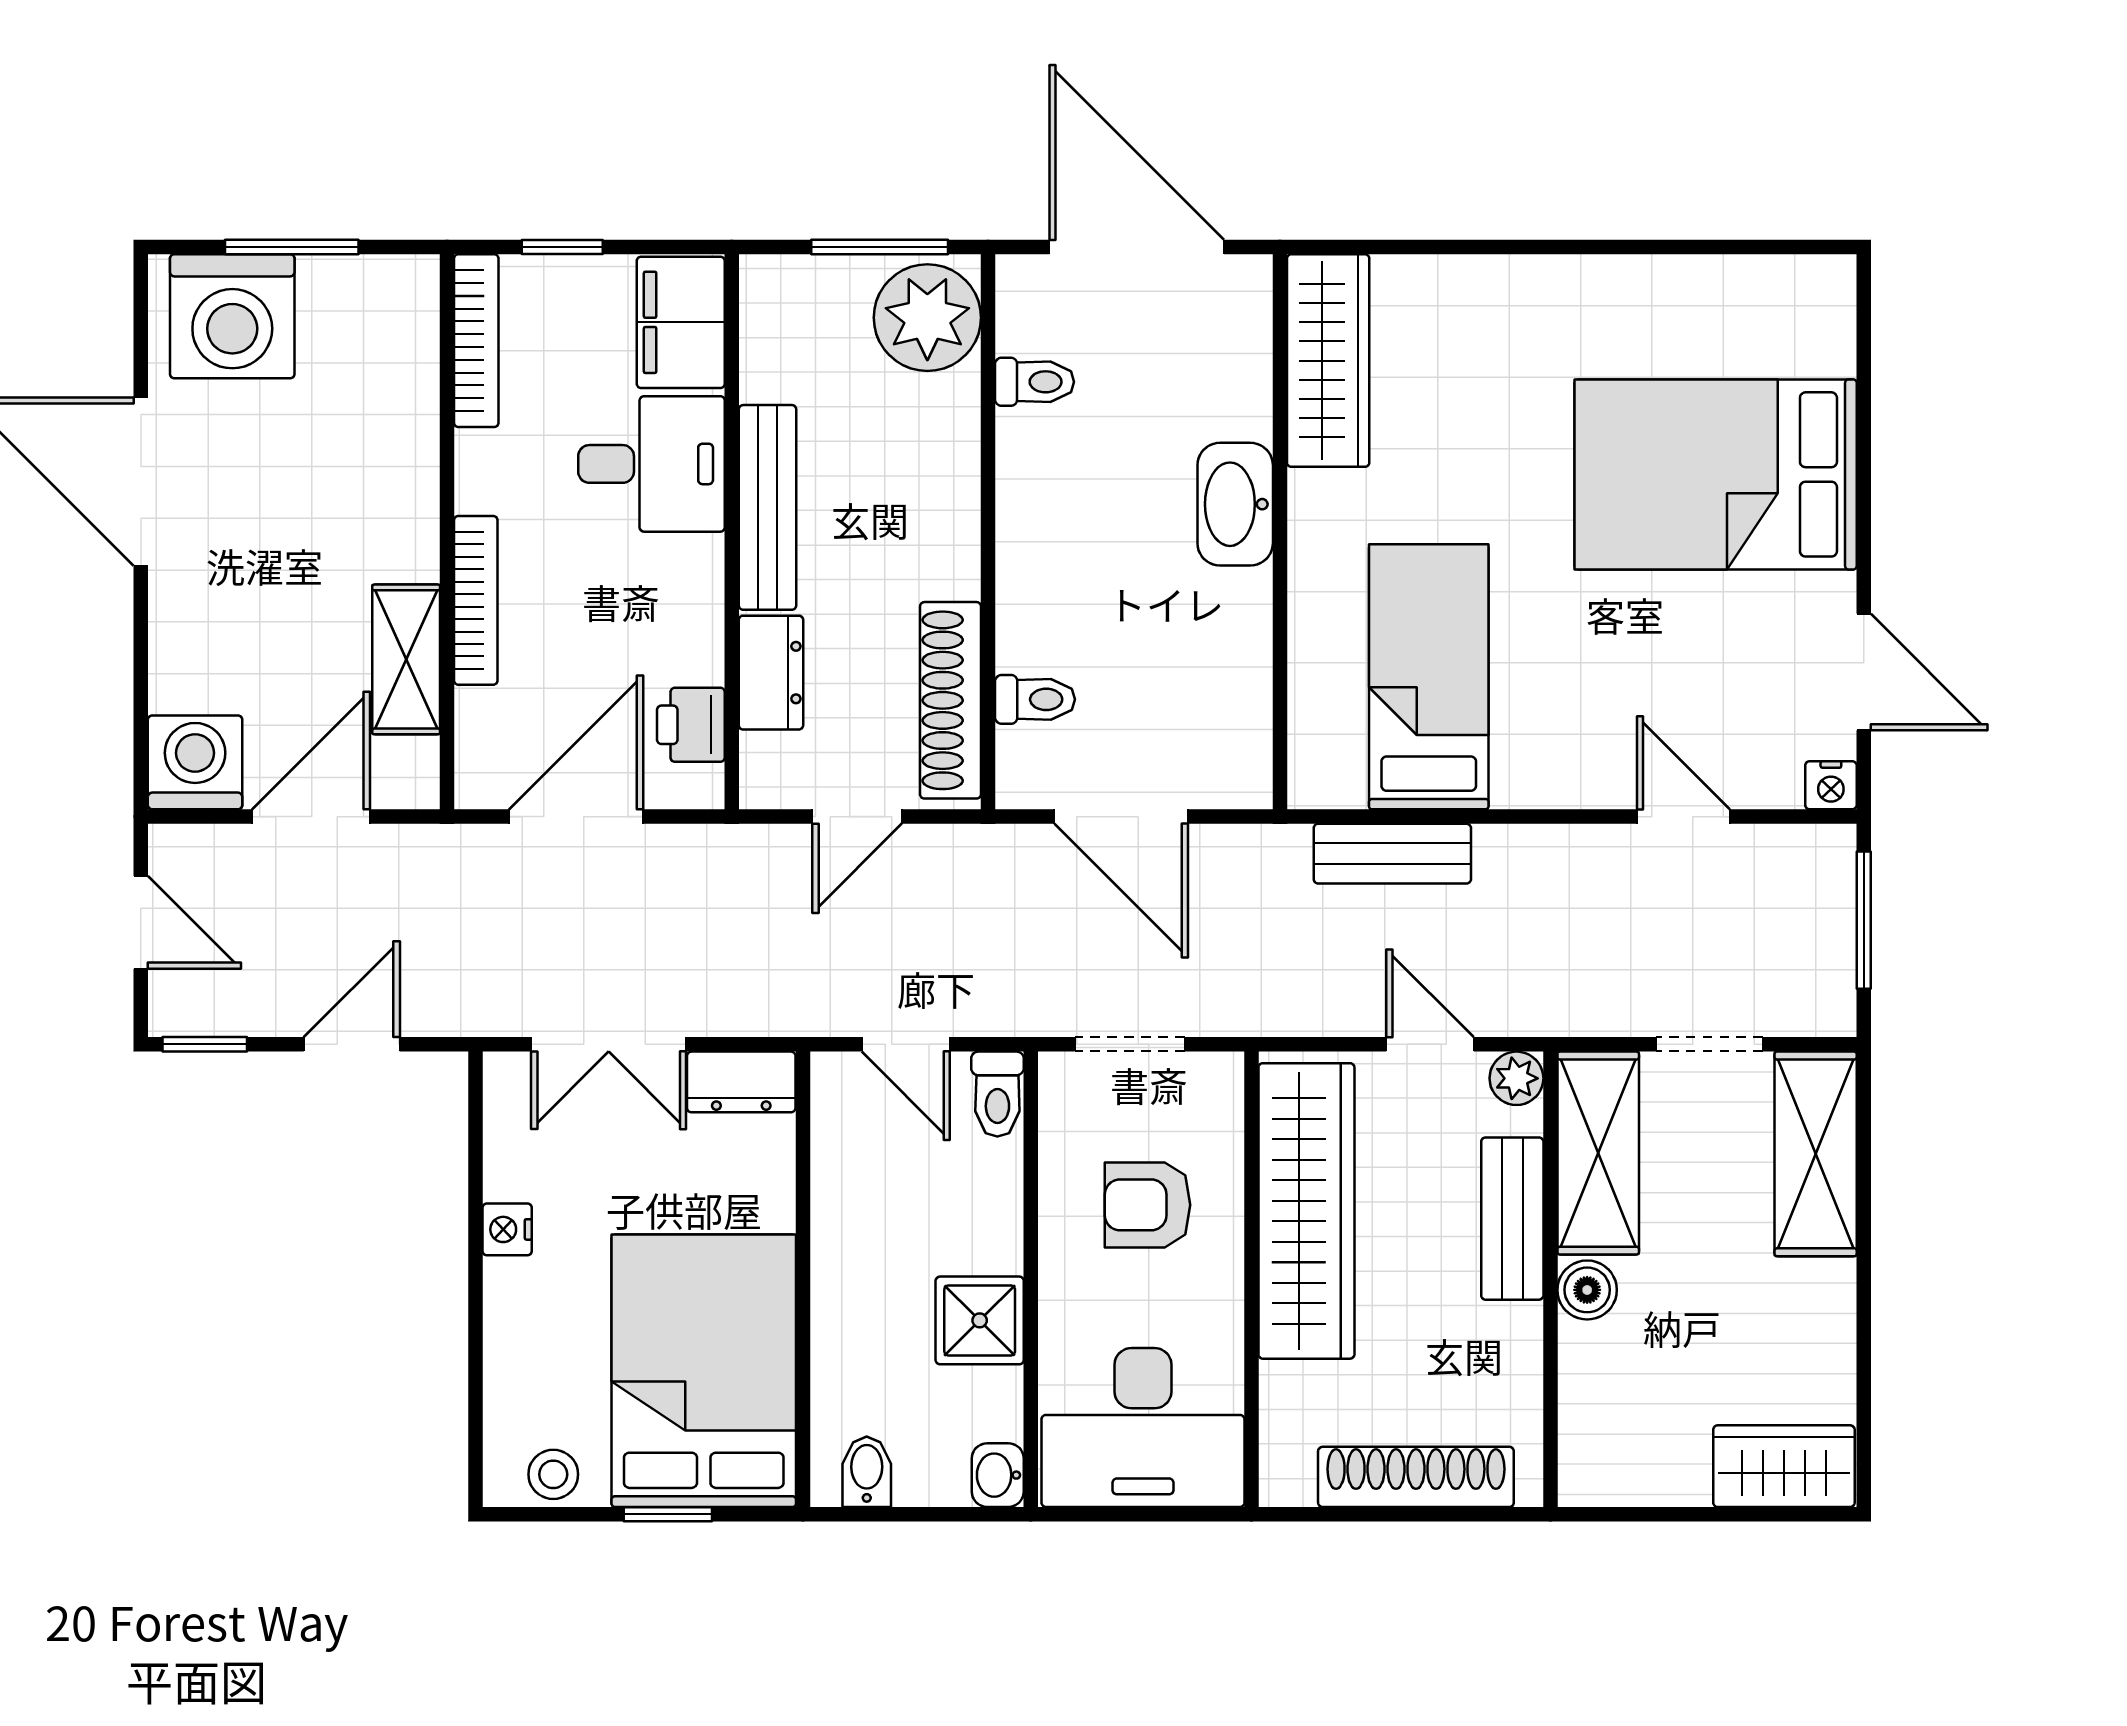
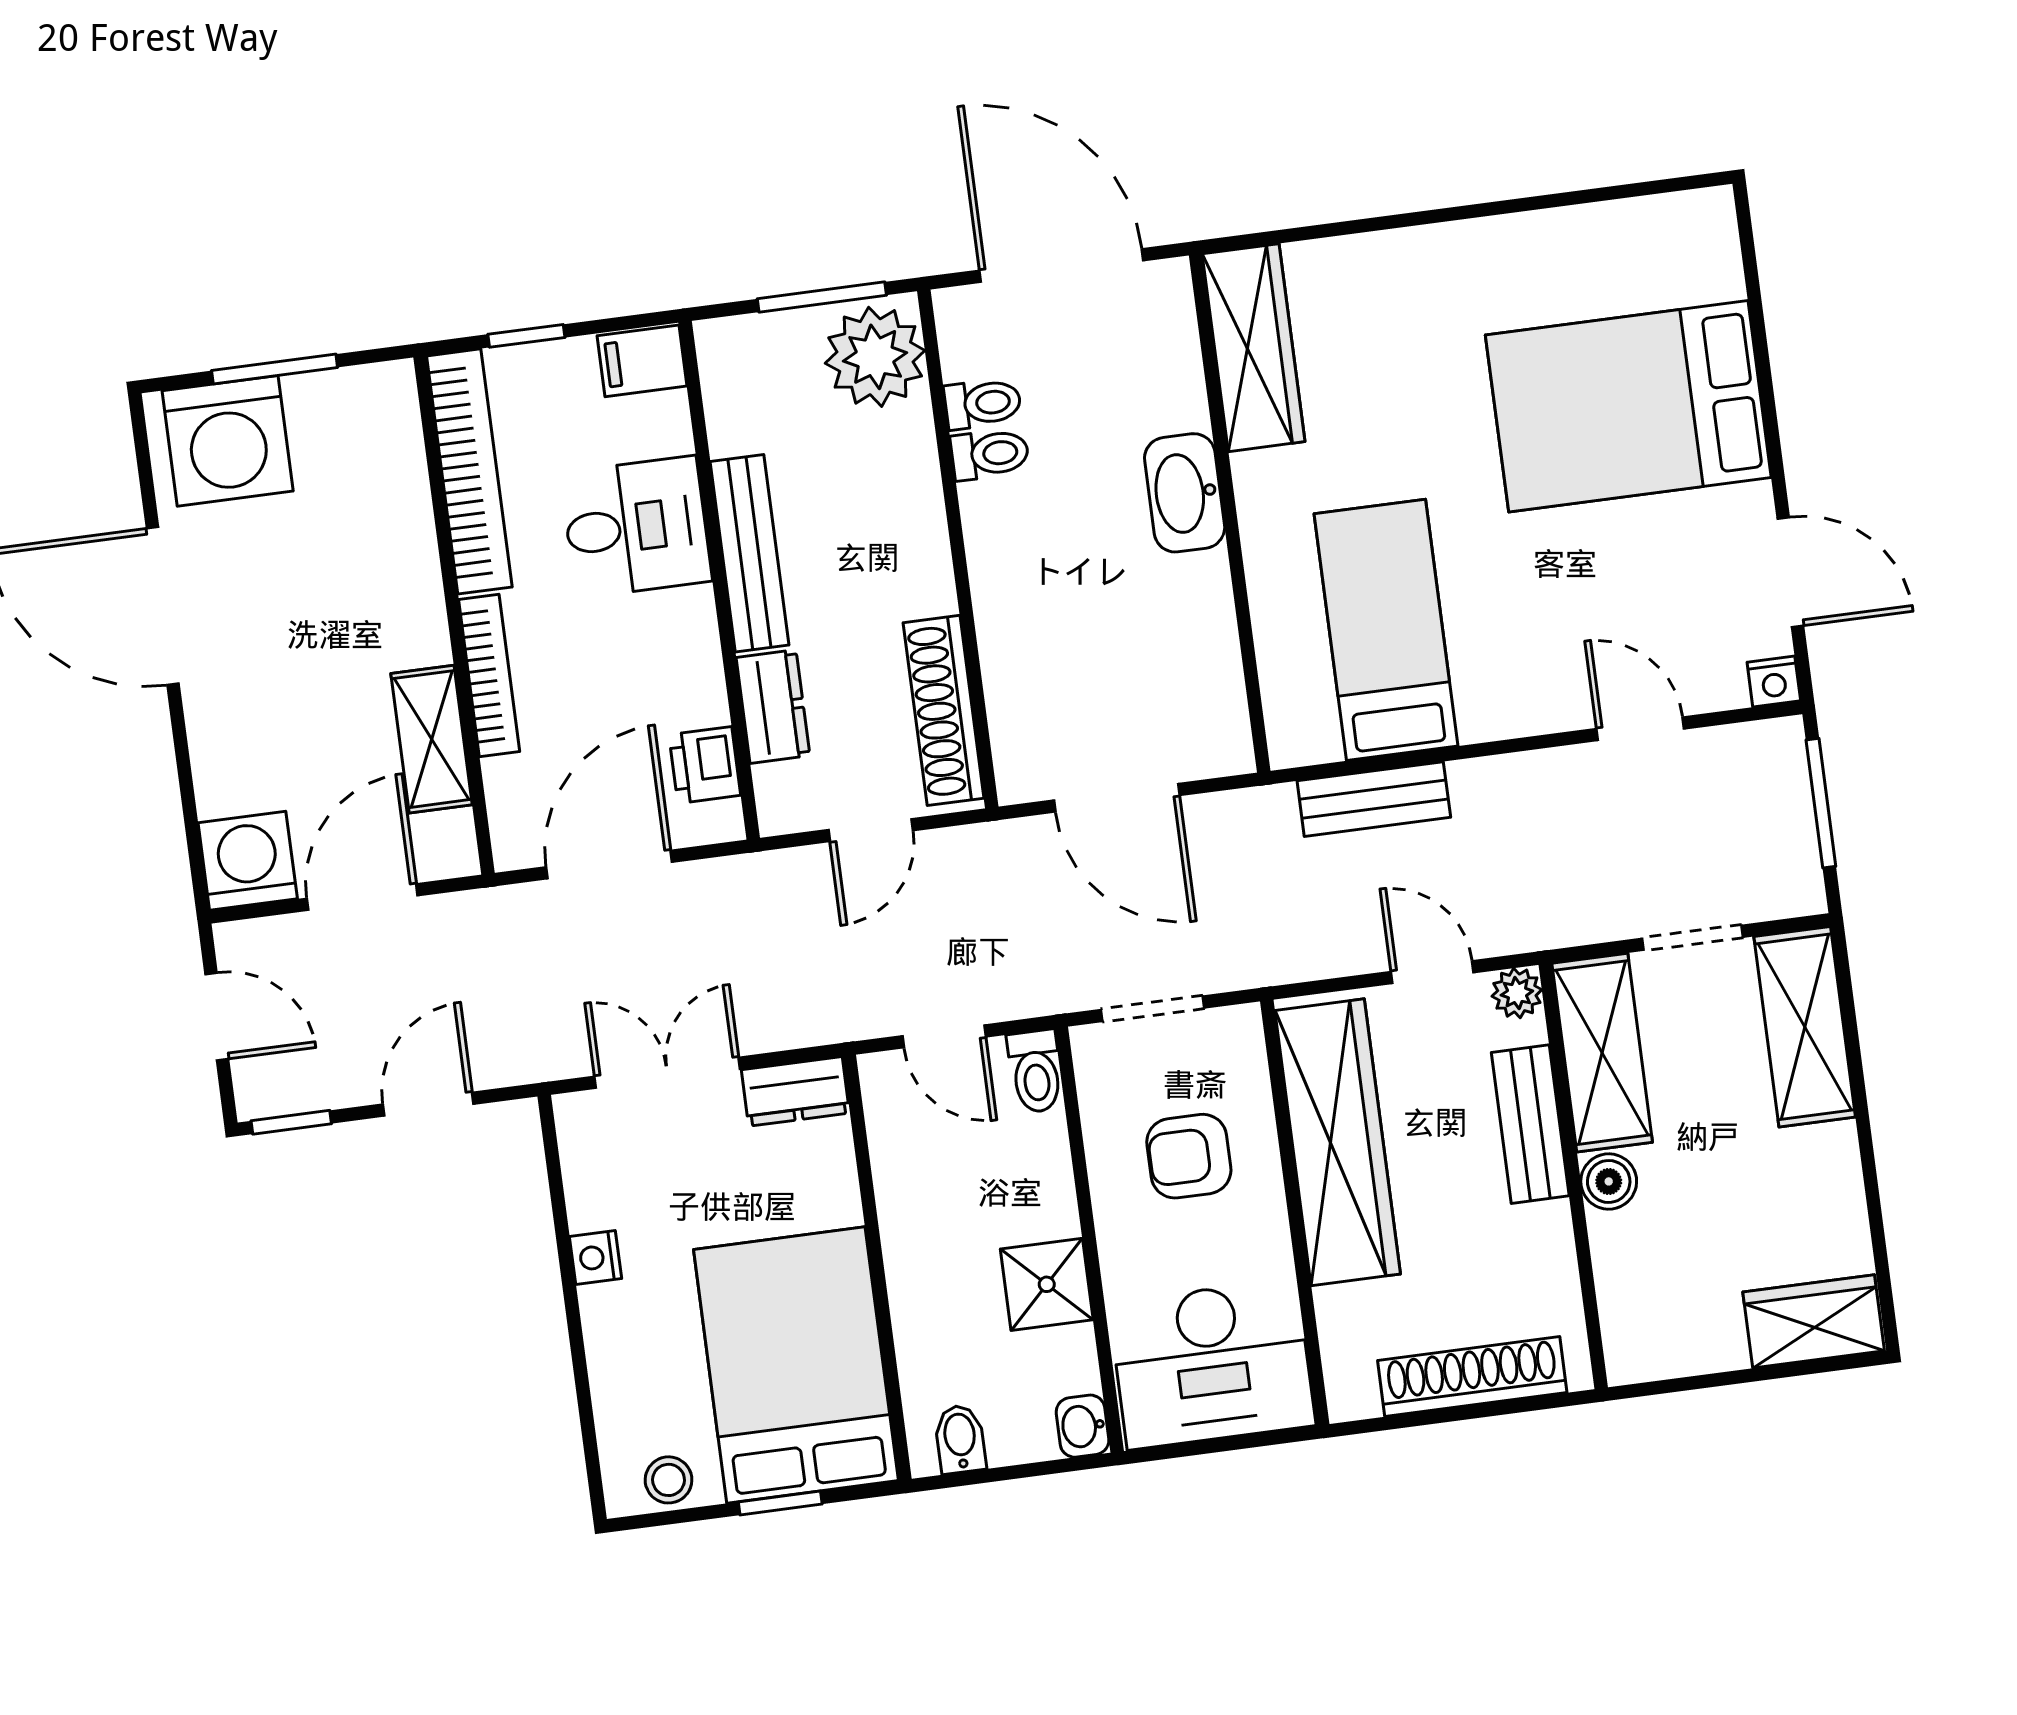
filing cabinet: (681, 322) -> (642, 361), width x0.50
bookcase: (476, 341) -> (469, 471), width x1.48, depth x1.31
toilet: (1035, 699) -> (990, 454), moved
double door: (609, 1044) -> (667, 1073), swing flipped

